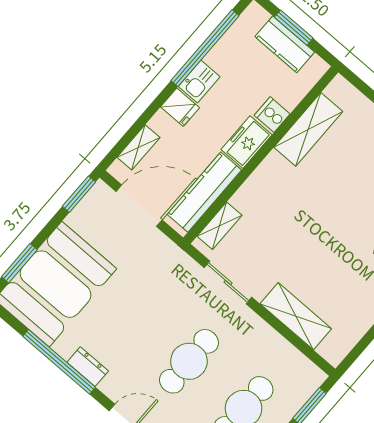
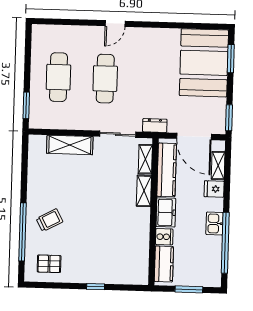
kitchen counter: (285, 44) -> (164, 264), moved, turned 90
fridge: (180, 107) -> (214, 189), moved
shelving: (308, 129) -> (144, 191), moved, width x0.67, depth x0.75
door: (139, 206) -> (194, 136), hinge flipped
window: (59, 362) -> (170, 25), removed
dresser: (88, 367) -> (155, 125), moved, turned 180

